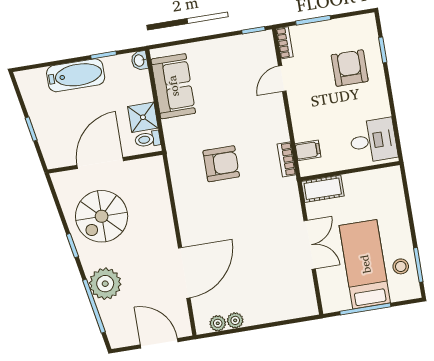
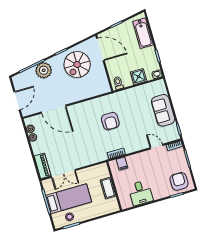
armchair: (350, 68) -> (179, 181), moved, turned -90
bathtub: (76, 75) -> (143, 33), moved
sofa: (173, 86) -> (163, 110), moved, turned 90
shower: (143, 117) -> (139, 77), moved
desk: (373, 141) -> (141, 193), moved
door: (100, 163) -> (100, 49), moved
cot: (323, 189) -> (108, 188), moved
spiral stairs: (102, 216) -> (77, 65), turned -90
double door: (310, 245) -> (63, 173), moved
piano: (294, 308) -> (43, 166), added

